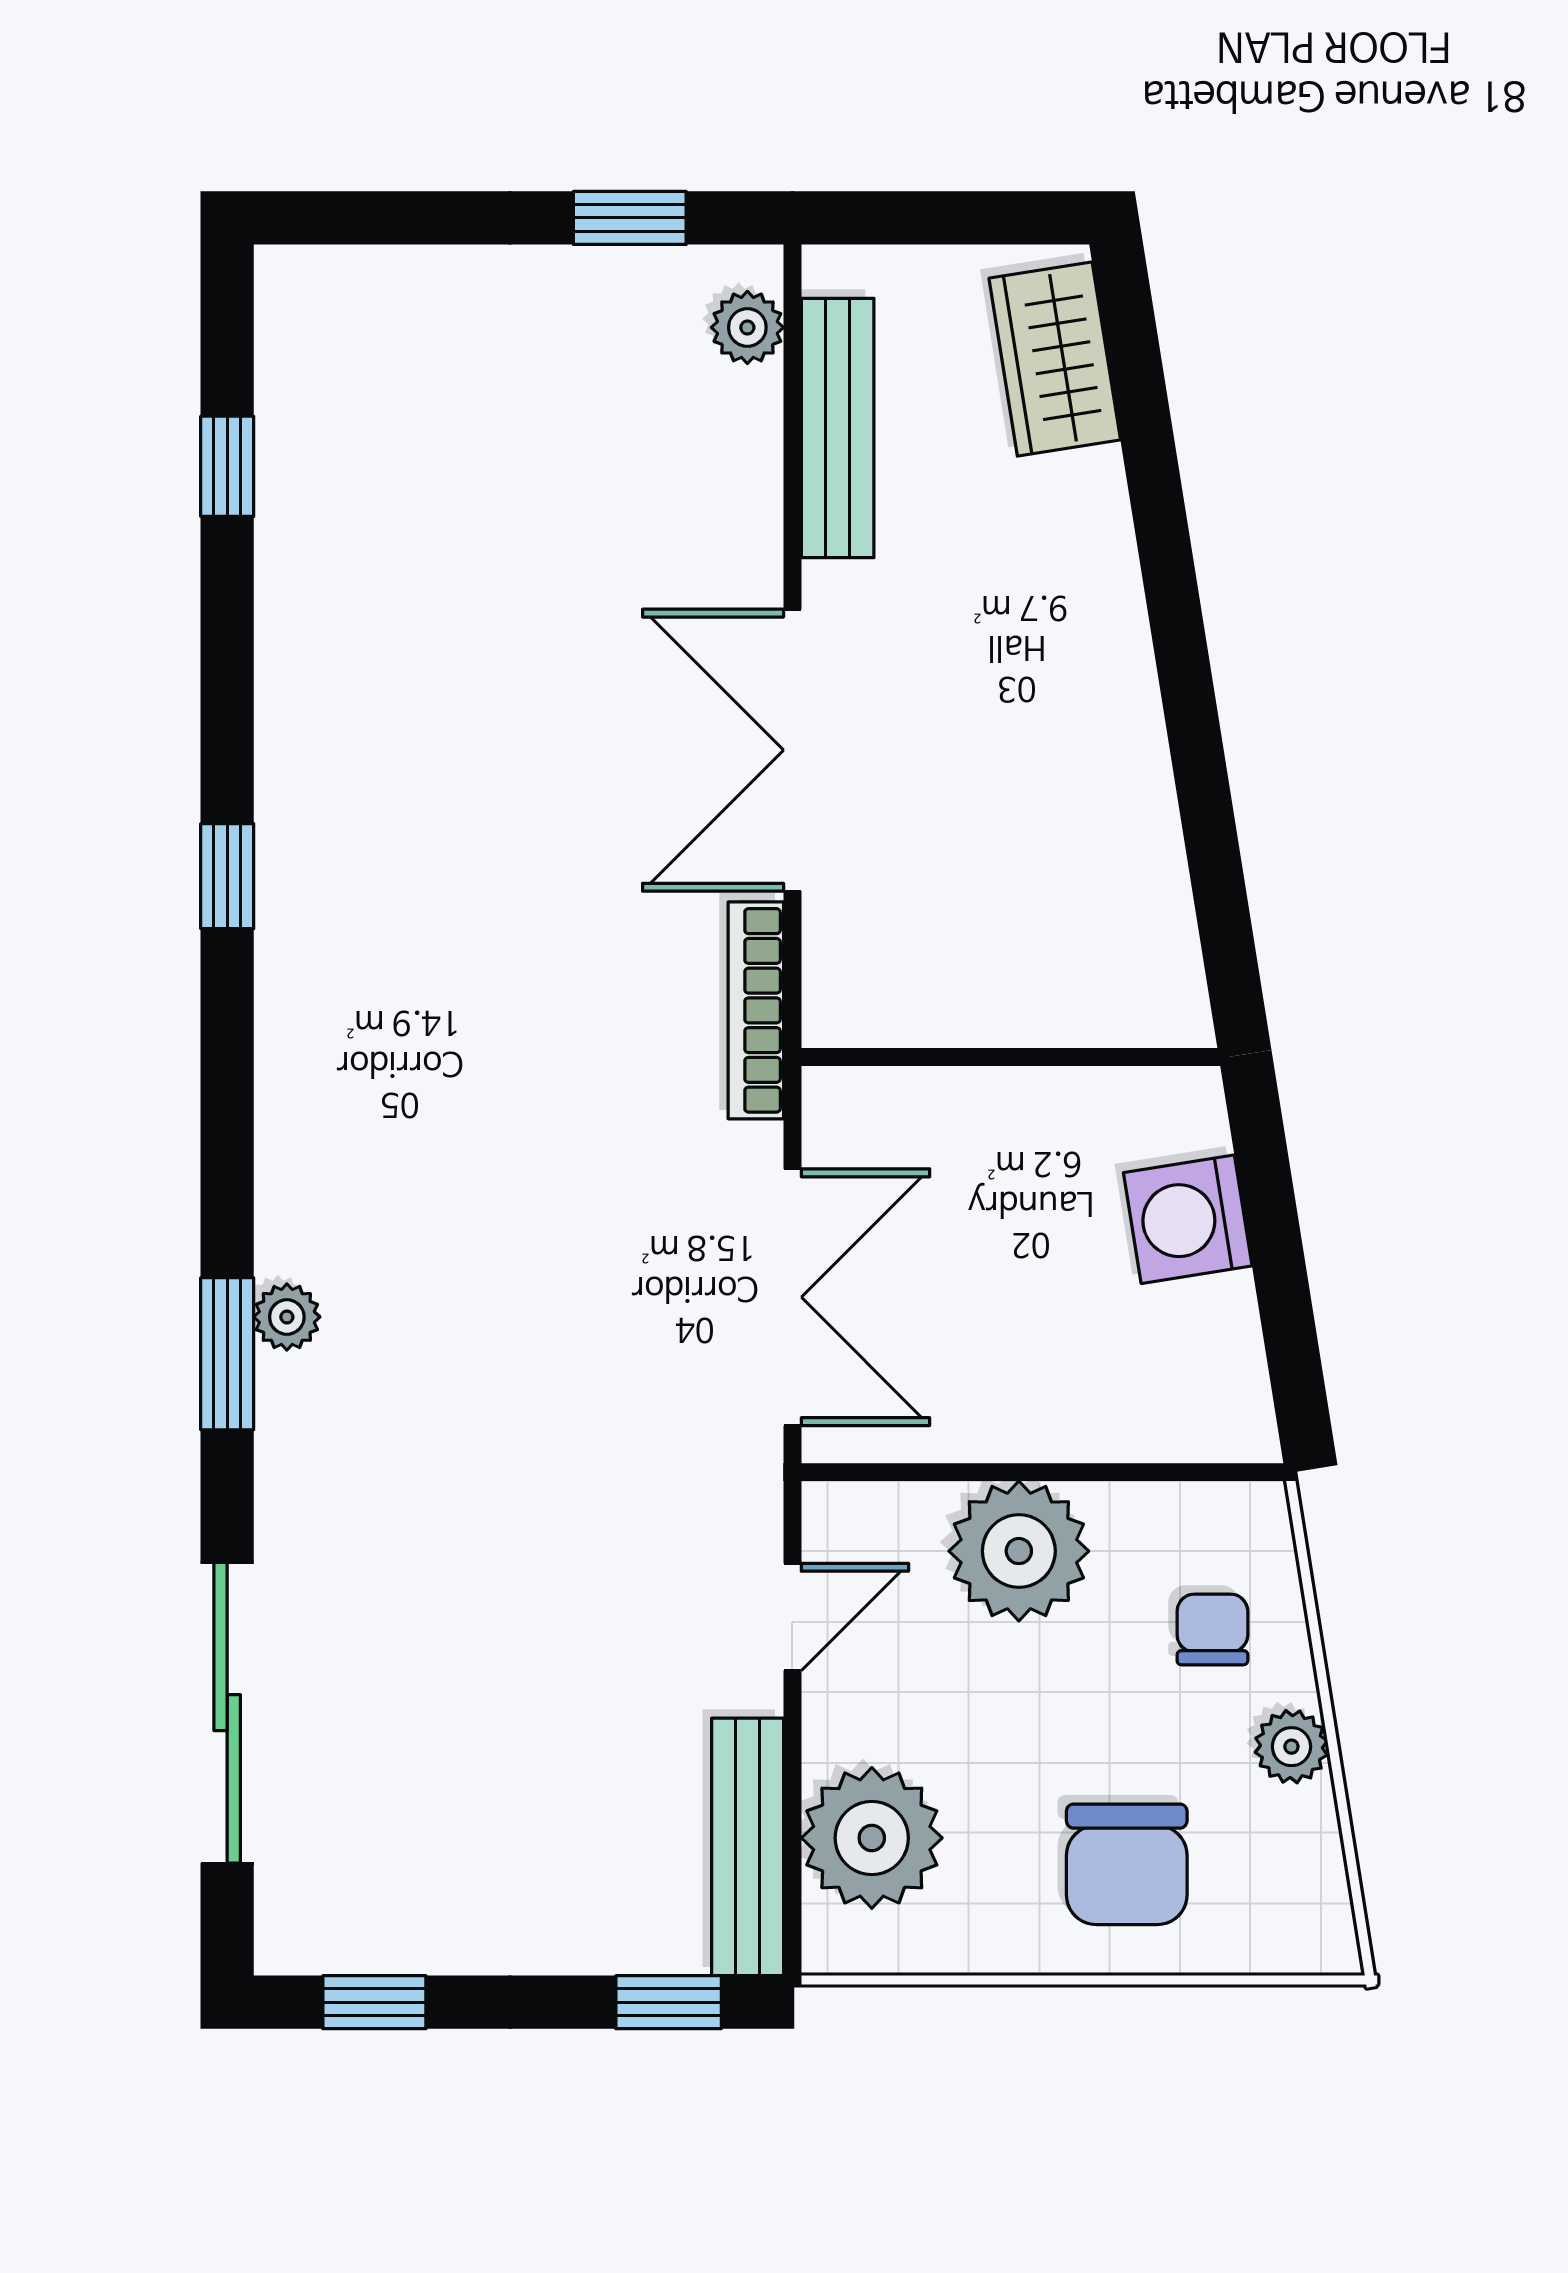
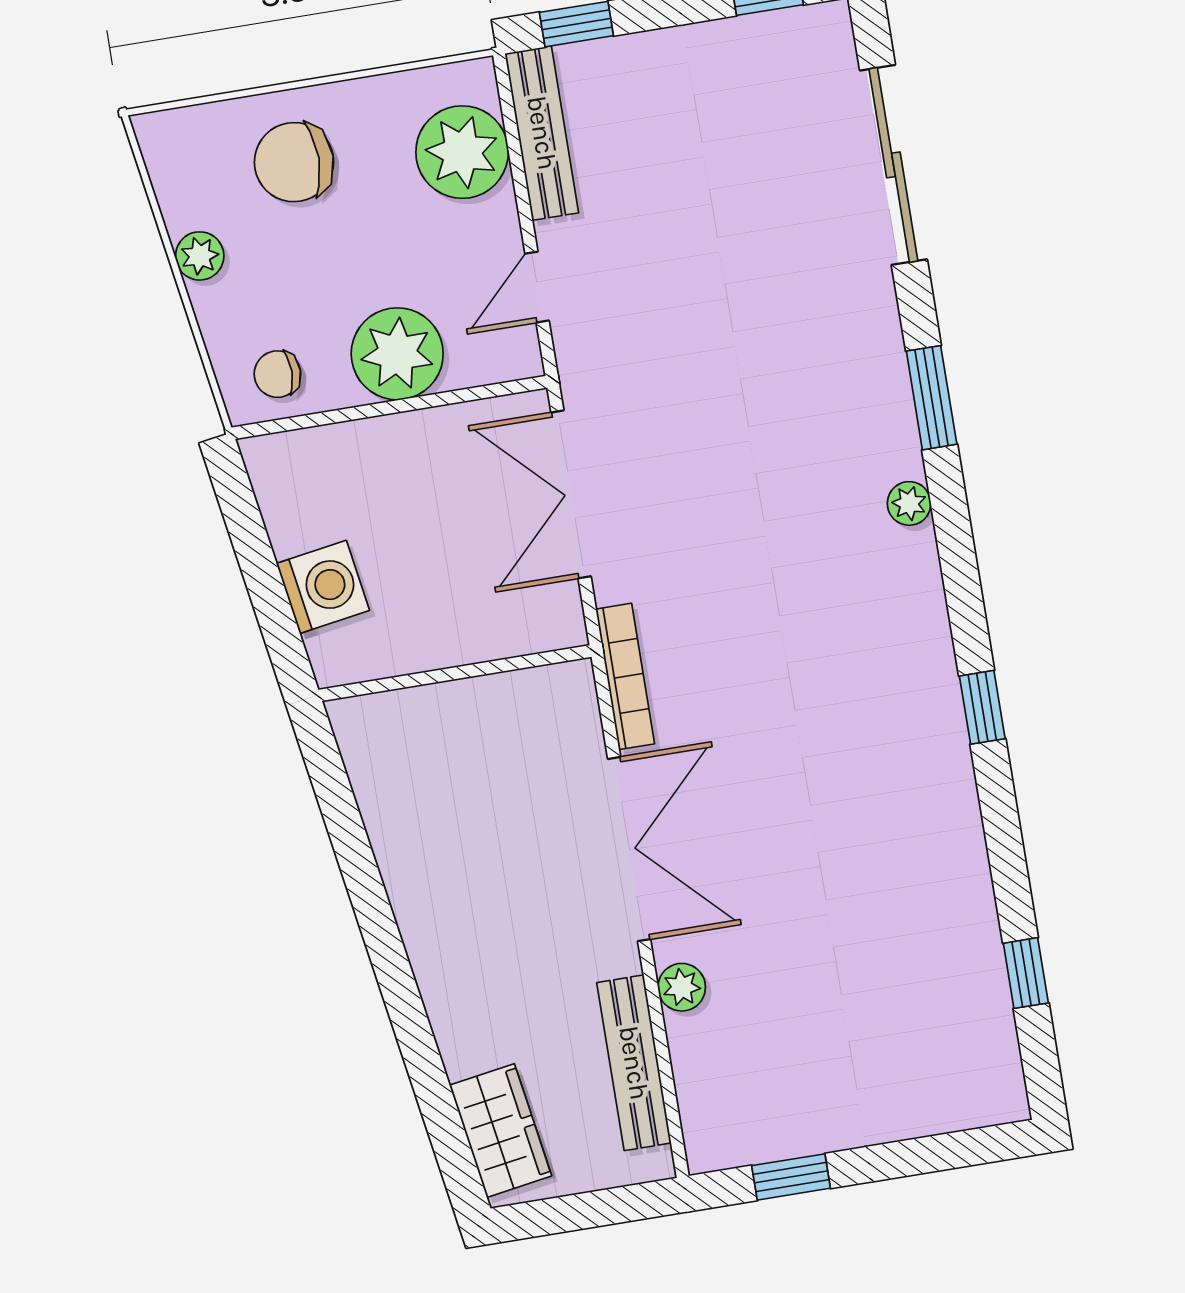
plant: (747, 327) -> (682, 987), moved
plant: (287, 1317) -> (909, 503), moved
chair: (1212, 1629) -> (277, 374), moved, turned 90
chair: (1127, 1864) -> (294, 162), turned -90

